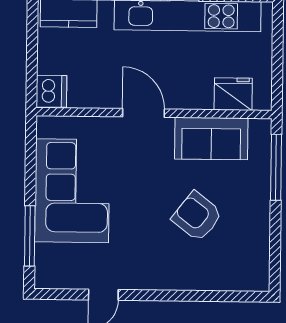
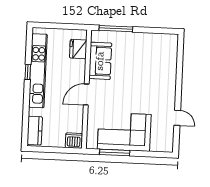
armchair: (197, 216) -> (139, 69), removed
window: (30, 236) -> (115, 152), moved

